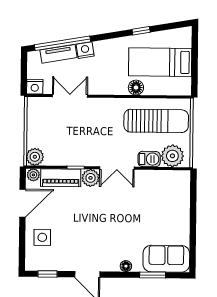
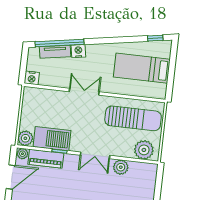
window: (141, 31) -> (155, 38), moved
floor lamp: (136, 88) -> (119, 88), removed
double door: (70, 96) -> (84, 92), moved
barbecue: (149, 159) -> (52, 139), moved, width x1.88, depth x1.53
plant: (91, 178) -> (121, 167), moved

